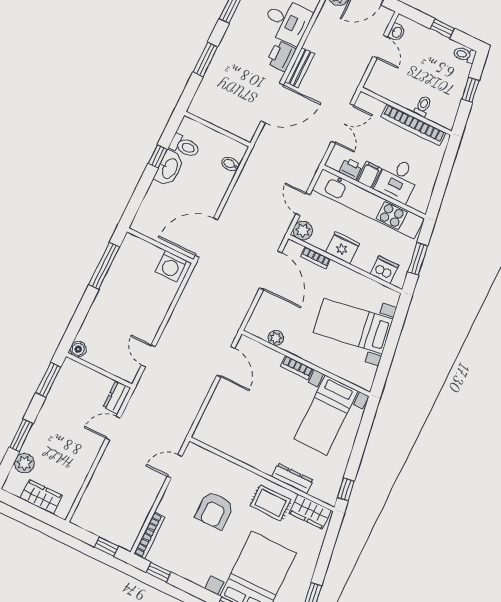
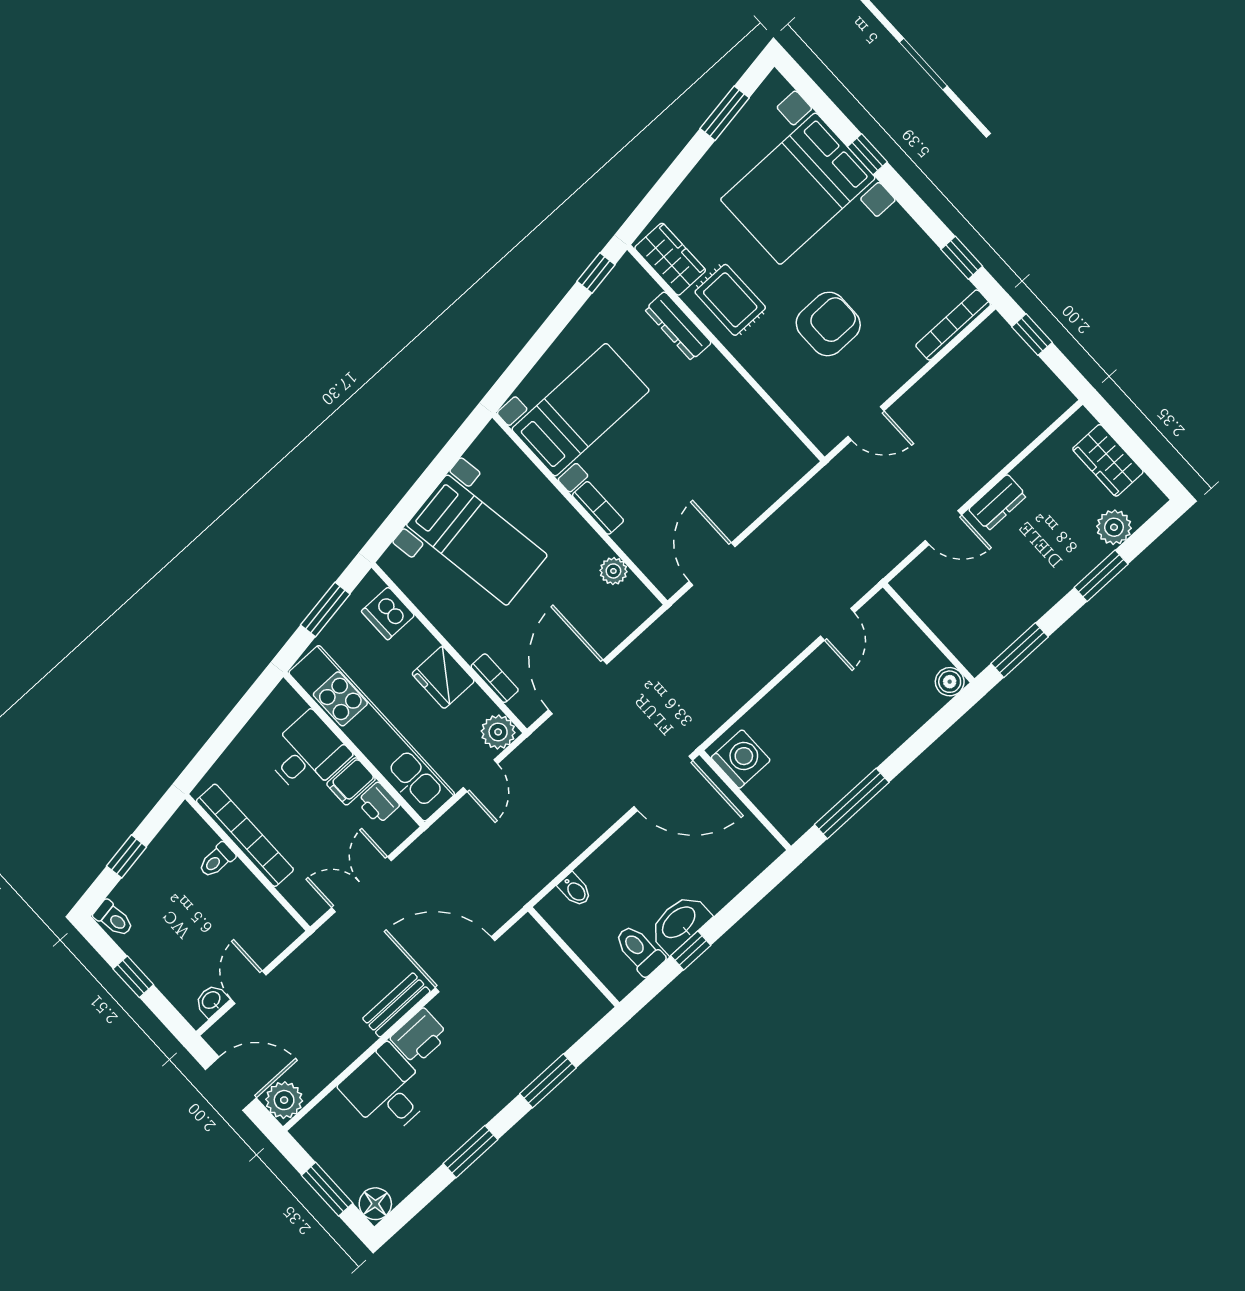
dresser: (117, 397) -> (998, 503), moved

